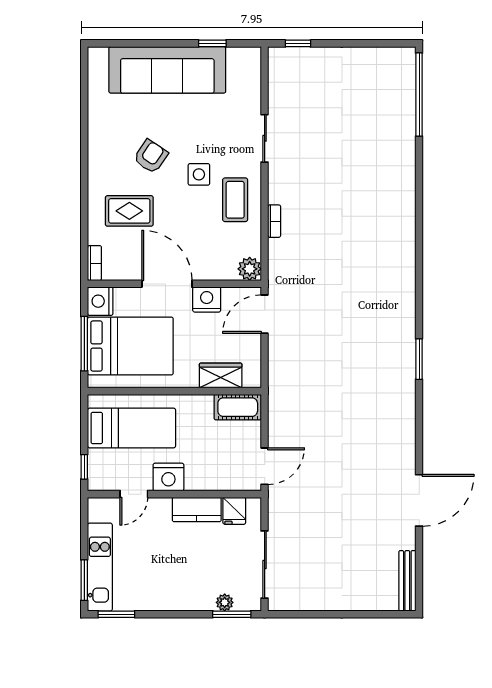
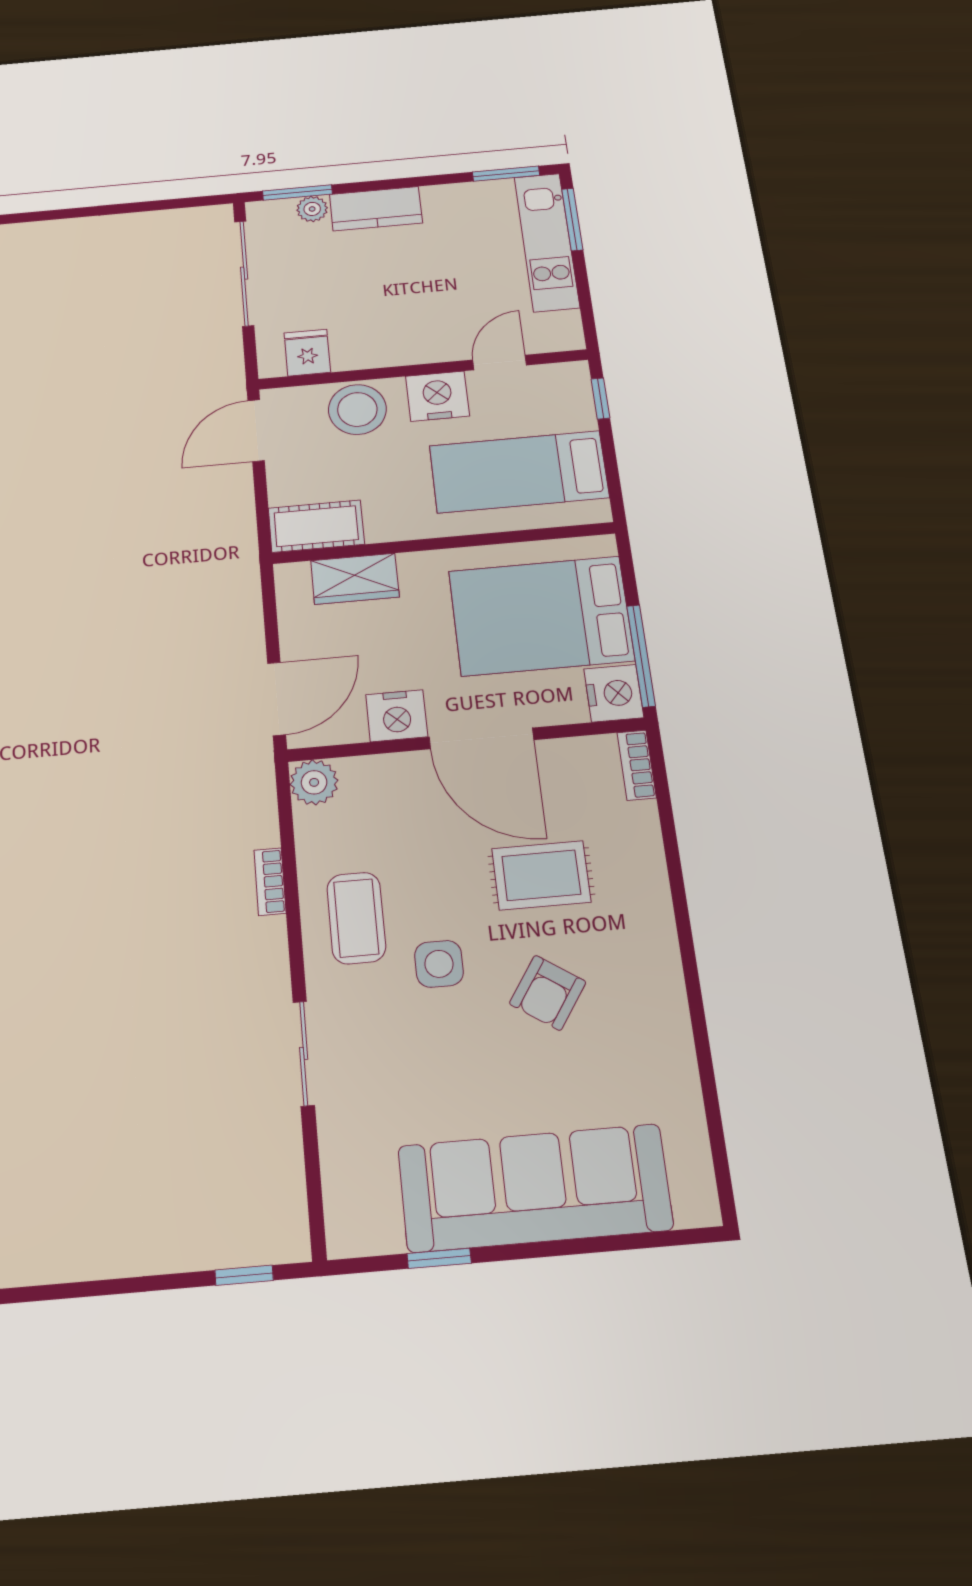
rug: (129, 211) -> (541, 875), moved
window: (84, 344) -> (641, 656), moved
stool: (211, 473) -> (357, 409), added
kitchen counter: (197, 510) -> (376, 209), moved, turned 180

